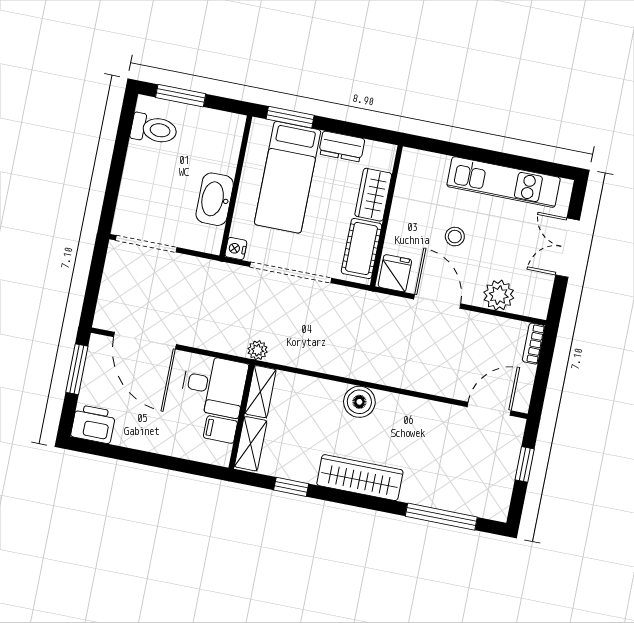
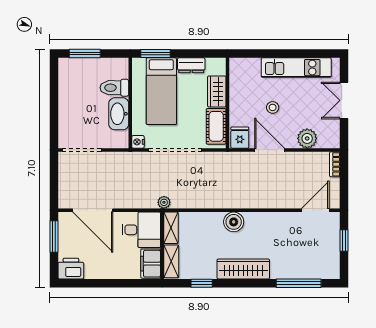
toilet: (154, 129) -> (114, 88), moved, turned 180
filing cabinet: (220, 430) -> (151, 264), width x2.00

